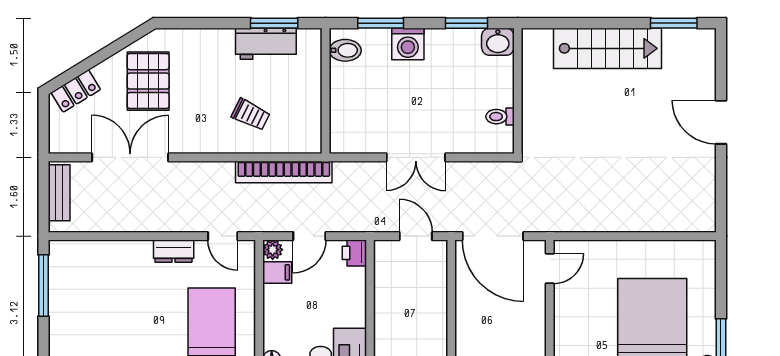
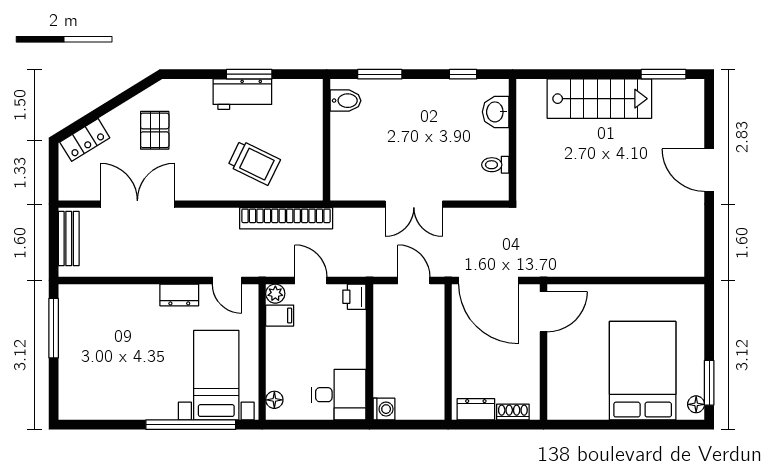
window: (274, 23) -> (249, 74), moved
window: (467, 23) -> (463, 74), width x0.67
washbasin: (498, 42) -> (496, 112), moved, turned 90
workbench: (266, 44) -> (242, 94), moved
washing machine: (408, 44) -> (406, 94), removed
pallet: (148, 81) -> (155, 130), width x0.67, depth x0.71
trolley: (251, 115) -> (254, 163), width x1.36, depth x1.39
door: (309, 236) -> (311, 280), swing flipped
door: (550, 268) -> (544, 312), width x1.37

